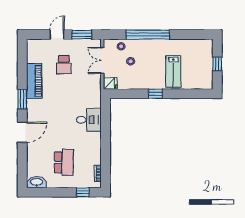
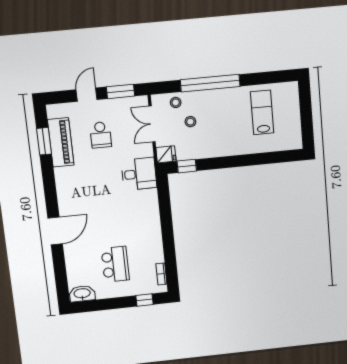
window: (217, 64) -> (306, 114), removed
lab bench: (173, 71) -> (262, 112), moved, turned 180
piano: (34, 81) -> (61, 142), moved
window: (155, 94) -> (187, 166), moved
window: (22, 99) -> (44, 141), moved
desk: (89, 120) -> (139, 174), moved

